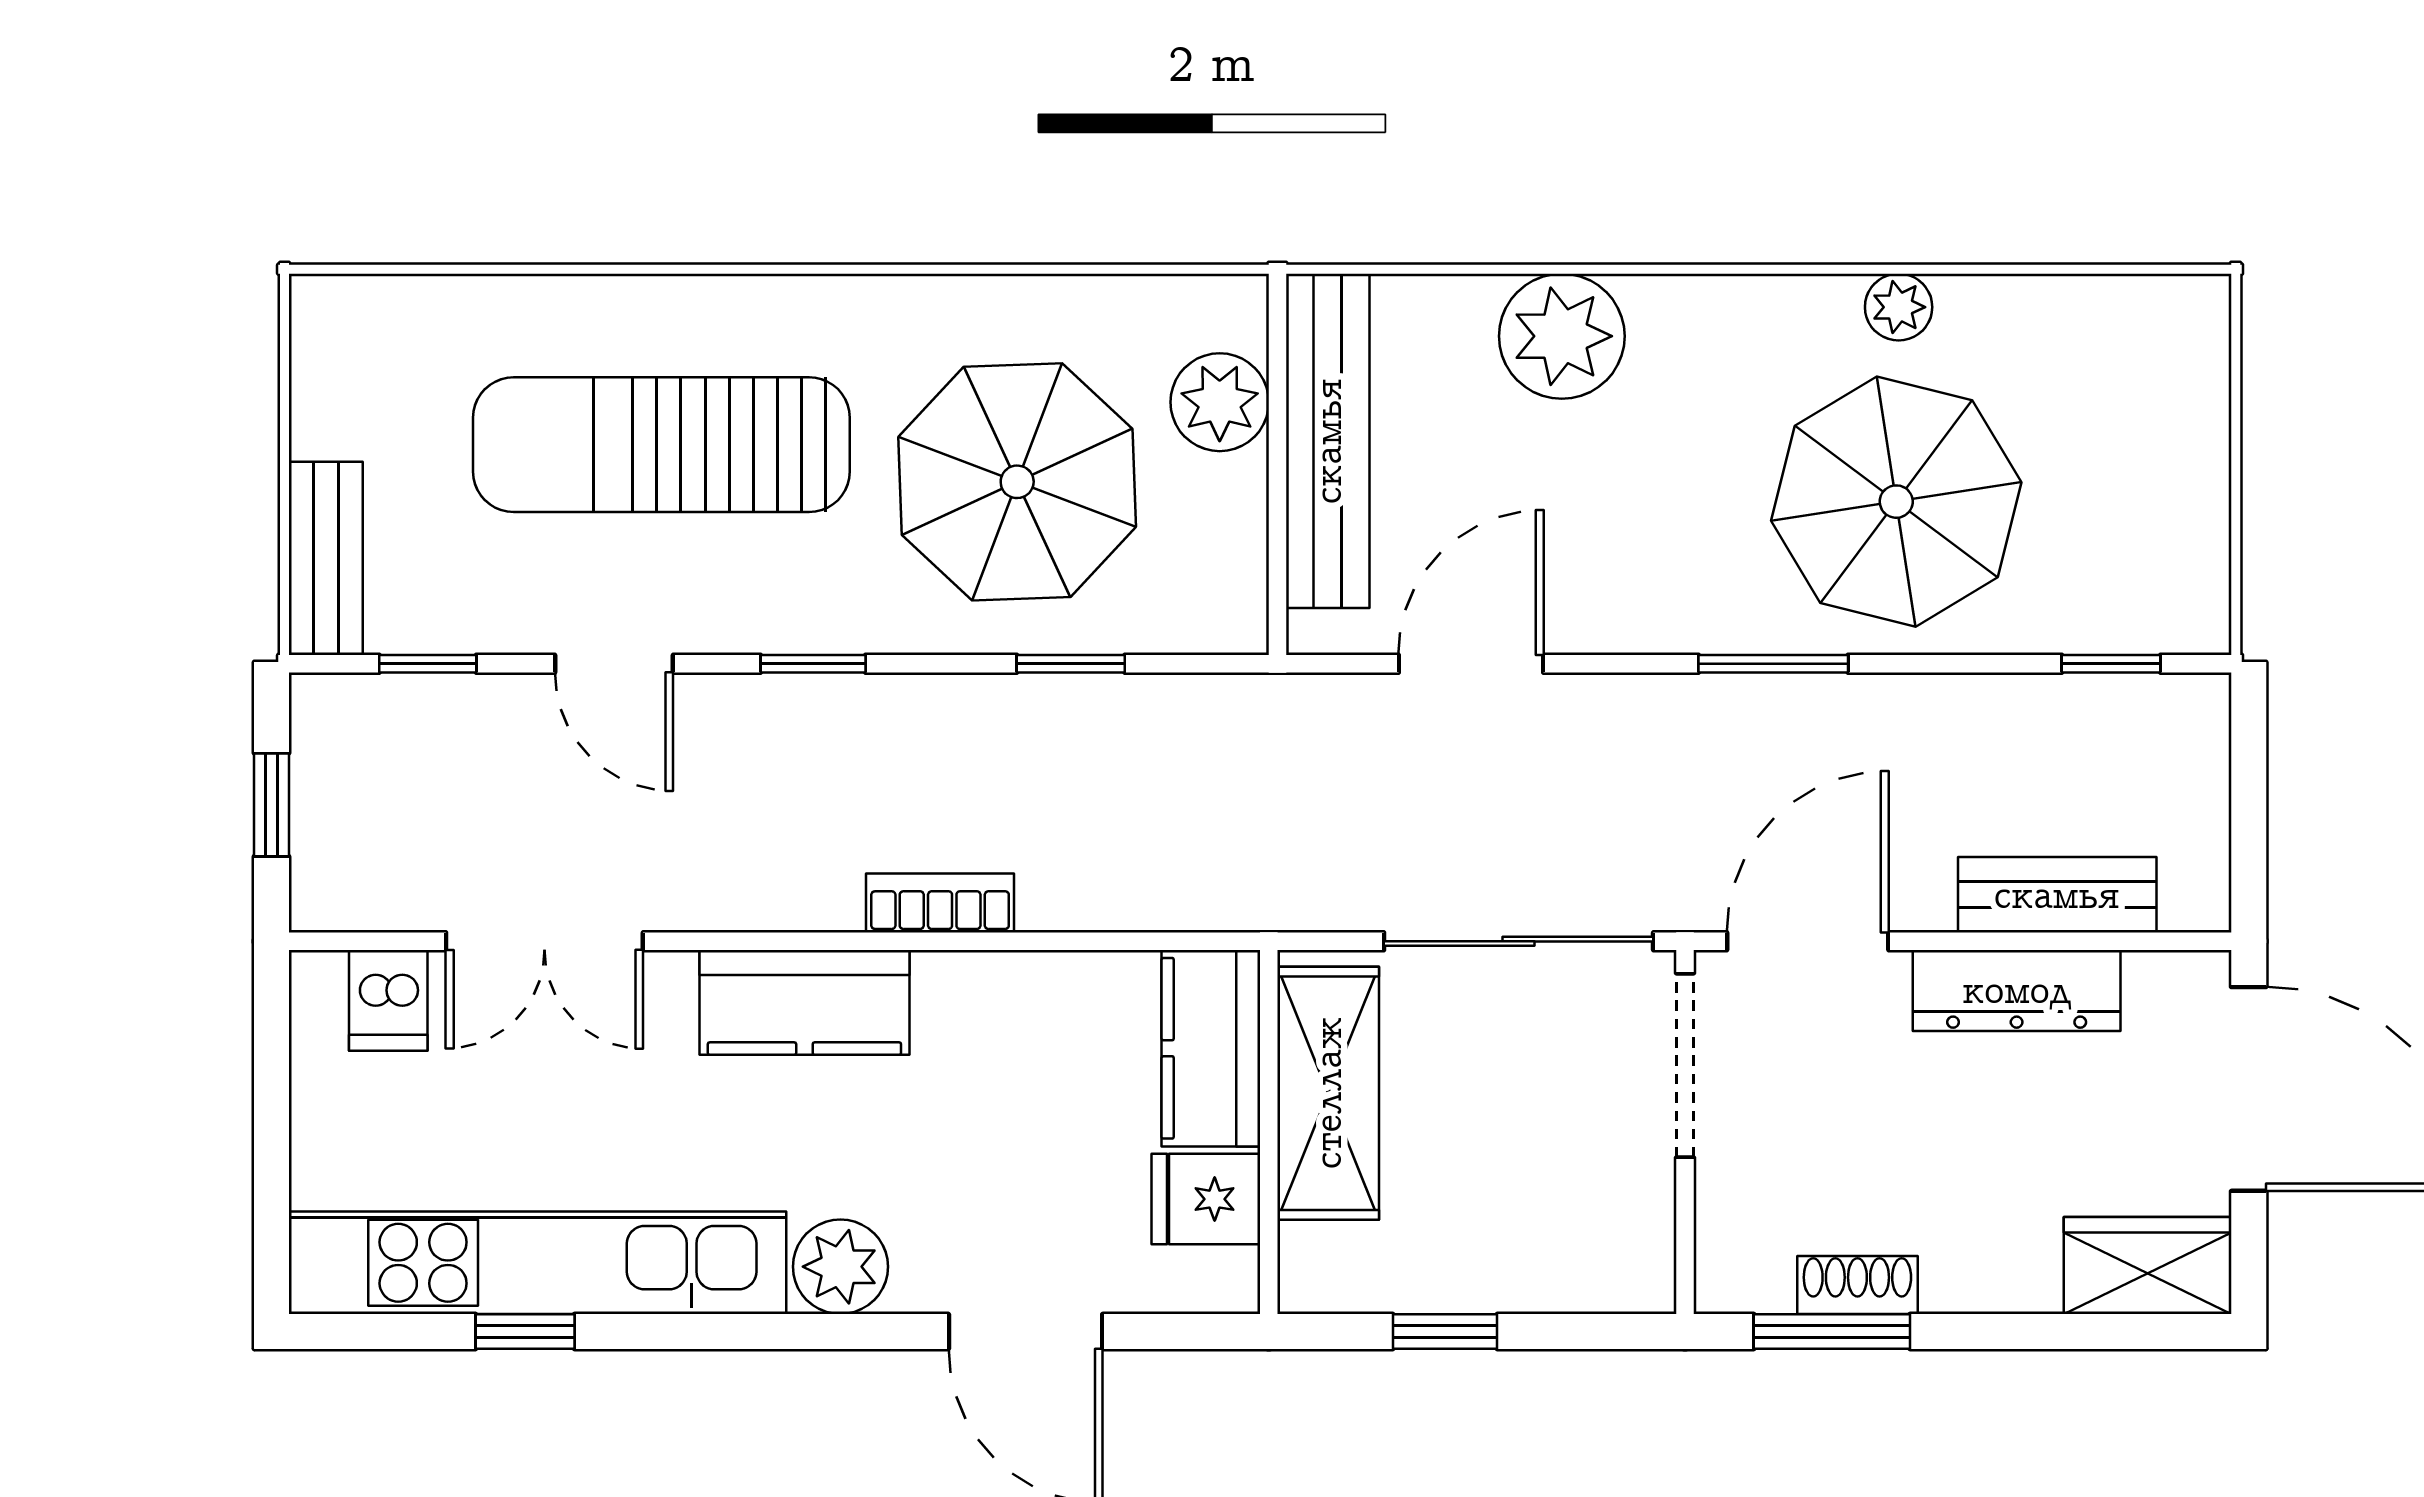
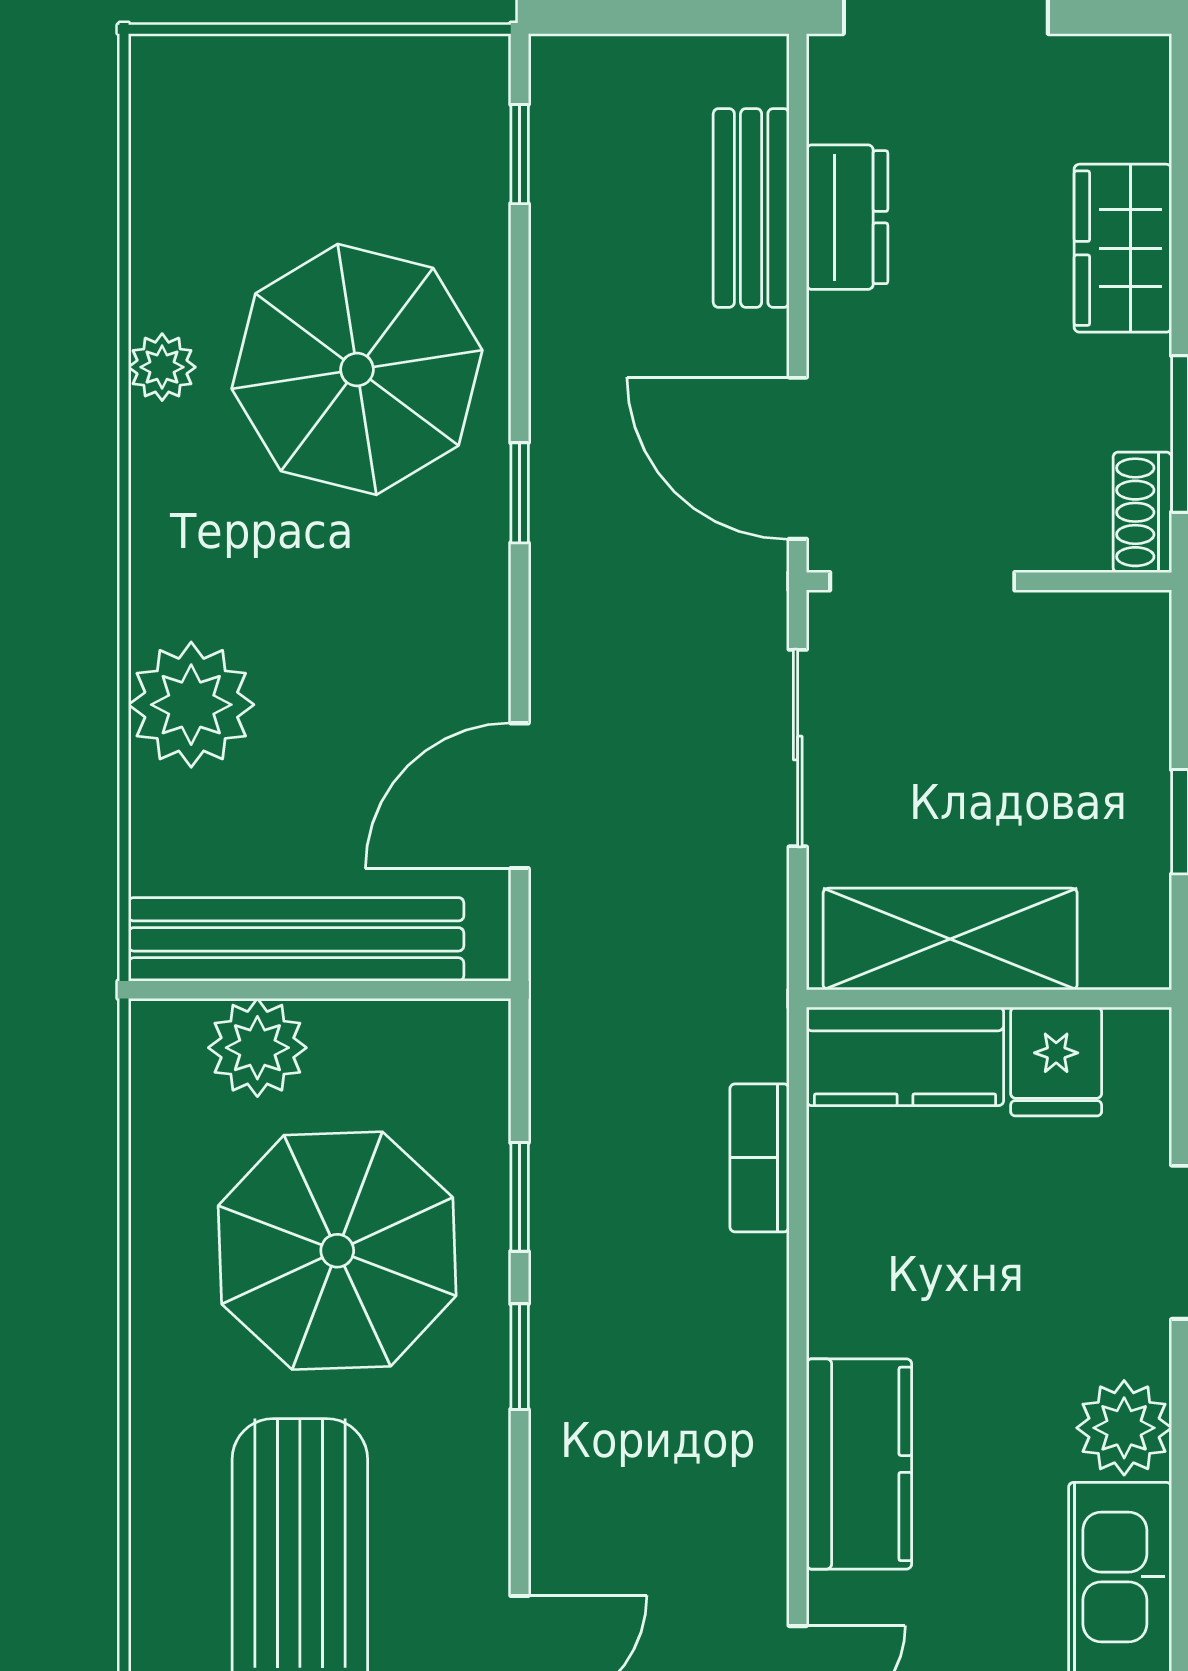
window: (813, 664) -> (520, 1357), moved
door: (1471, 664) -> (520, 796), hinge flipped
window: (1773, 664) -> (520, 493), width x0.67
bookcase: (940, 903) -> (759, 1158), moved
sliding door: (1519, 941) -> (798, 748), width x0.73
dresser: (2017, 990) -> (847, 217), width x0.70
wardrobe: (2148, 1266) -> (1123, 248), moved
shoe rack: (1857, 1285) -> (1142, 512), moved

